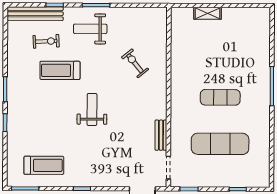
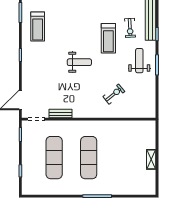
shelving: (207, 13) -> (151, 159), moved
treadmill: (60, 70) -> (108, 38), turned 180
exercise mat: (220, 97) -> (89, 158), width x1.36, depth x1.45

